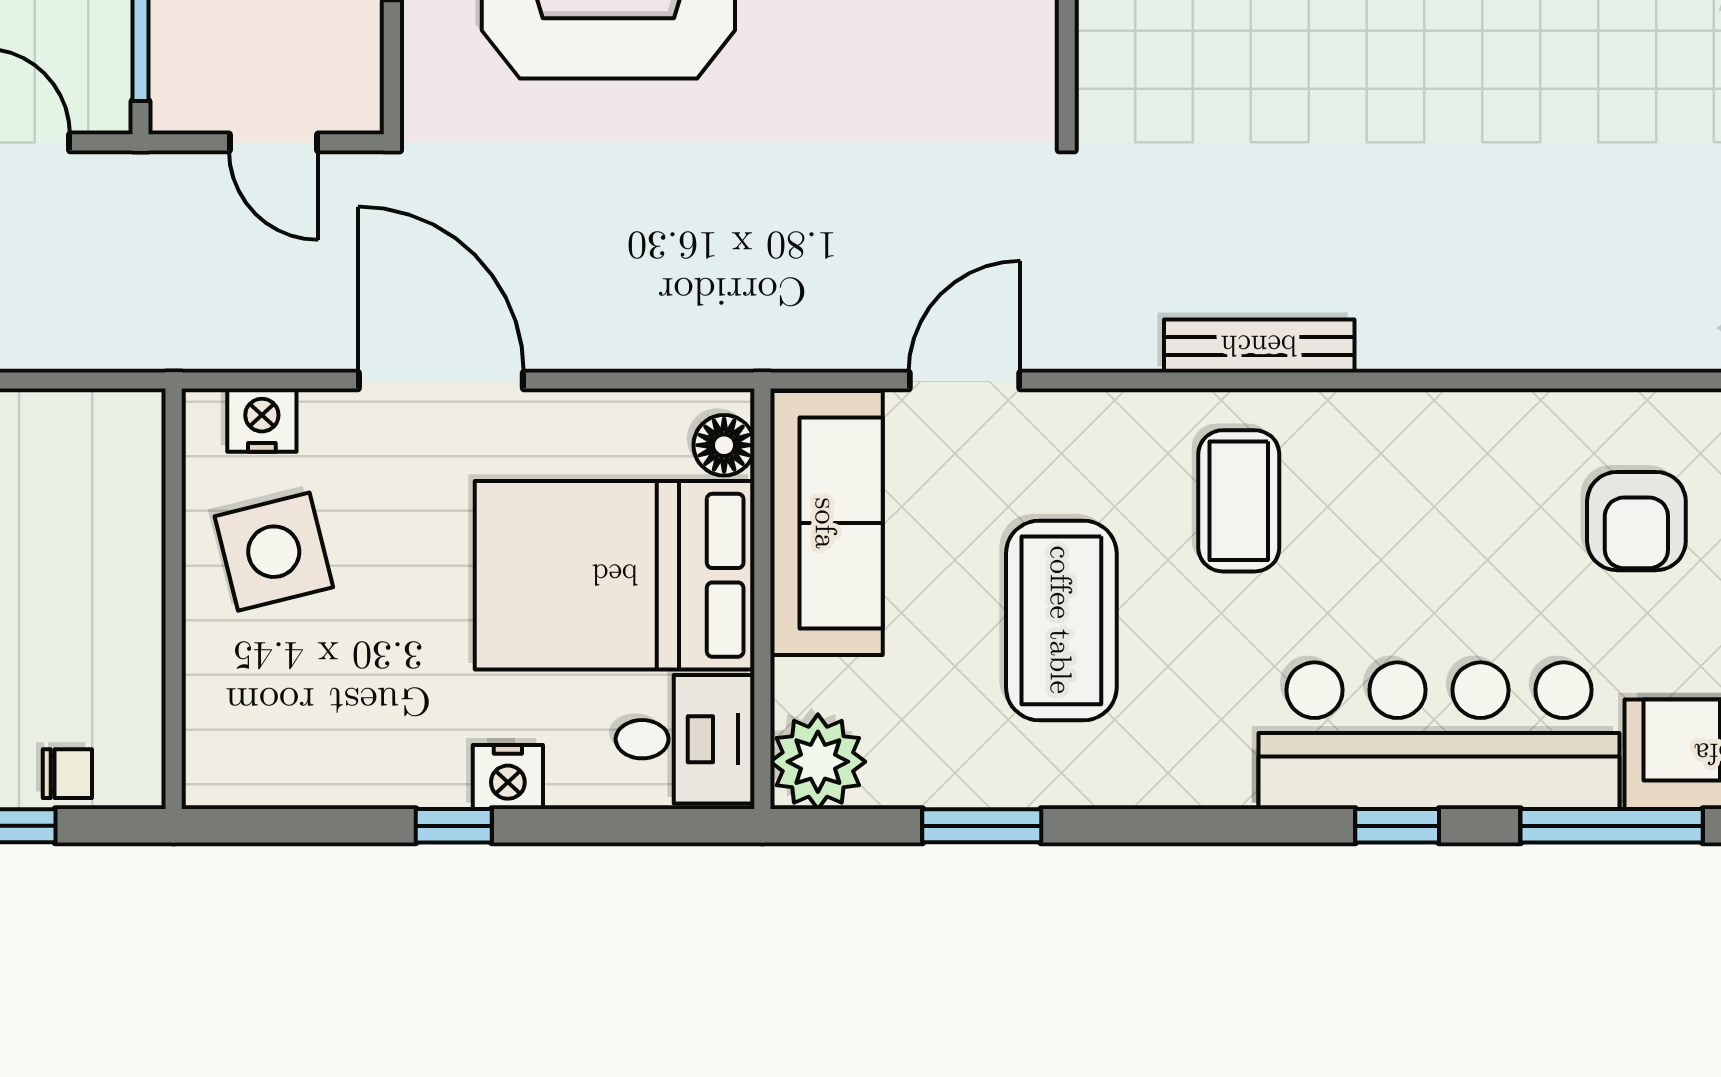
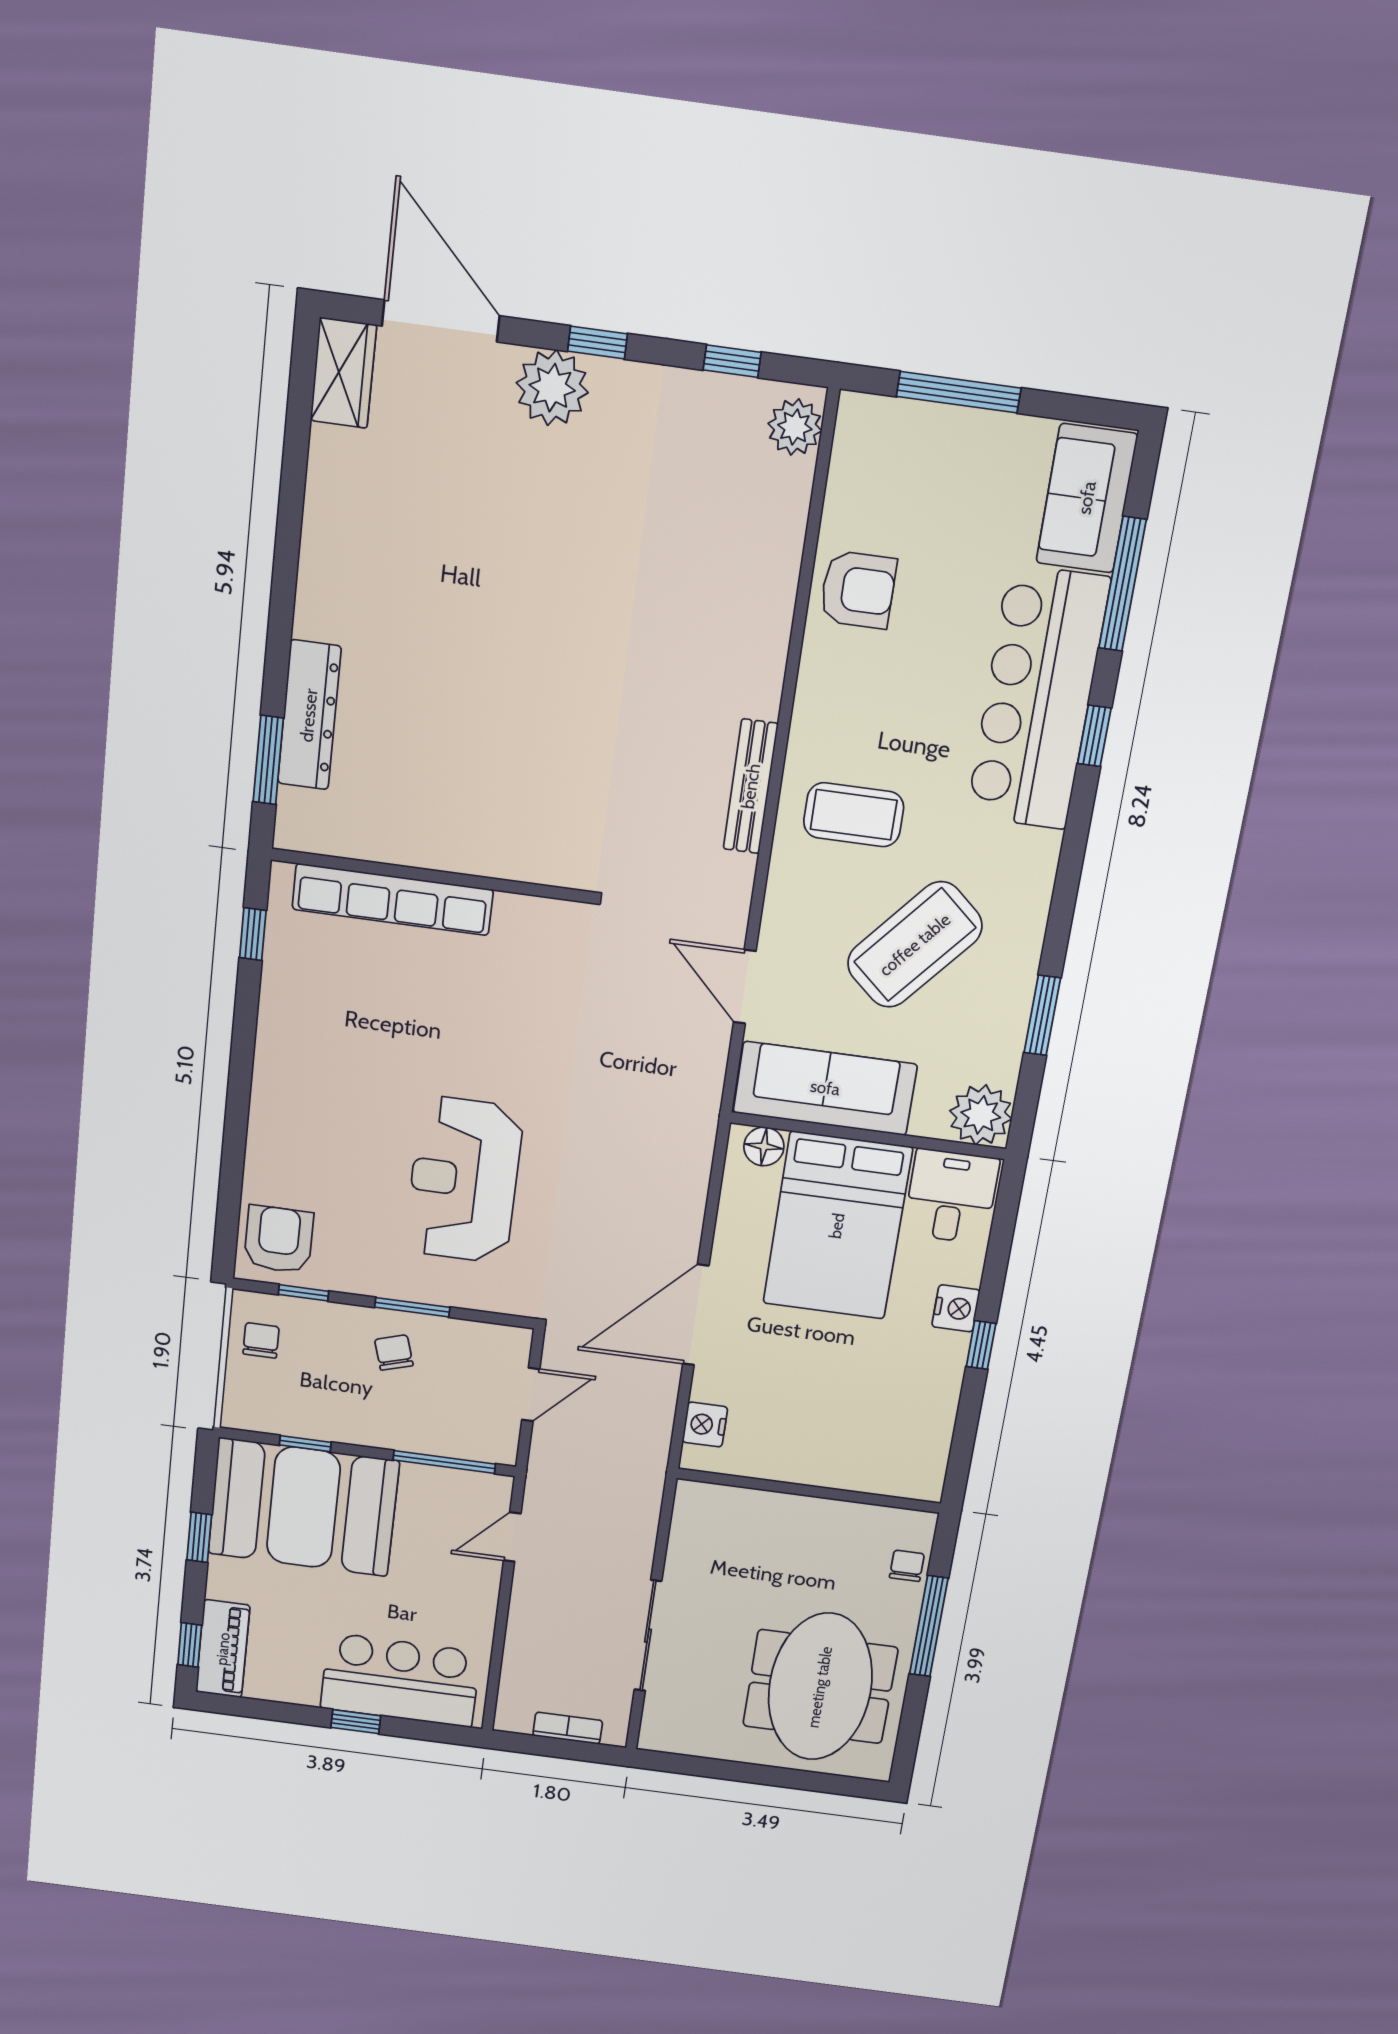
armchair: (1636, 521) -> (858, 590), moved
side table: (274, 552) -> (789, 1429), removed
coffee table: (1061, 620) -> (915, 945), turned -49

